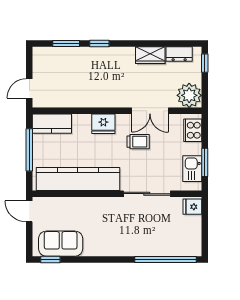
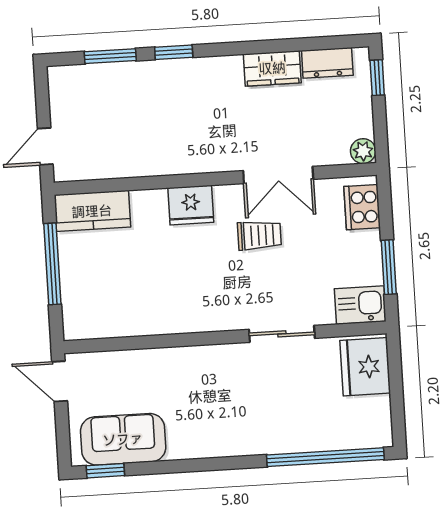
plant: (189, 95) -> (363, 151), width x0.53, depth x0.53
kitchen sink: (192, 169) -> (360, 305), moved, turned 90
kitchen counter: (78, 179) -> (149, 314), removed
sliding door: (147, 194) -> (282, 334), width x0.73
fridge: (192, 207) -> (365, 367), width x1.88, depth x1.34

